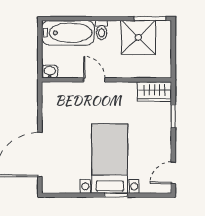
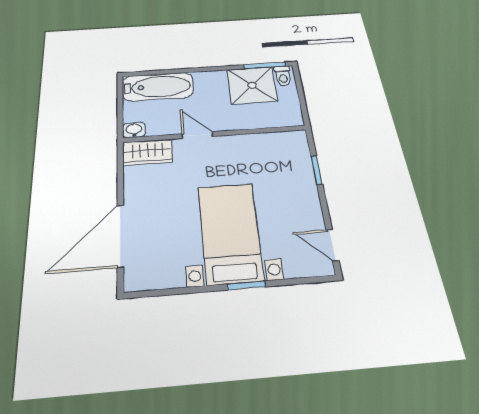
toilet: (102, 30) -> (283, 76), moved
wardrobe: (154, 92) -> (147, 152), moved
door: (173, 173) -> (332, 245), hinge flipped

